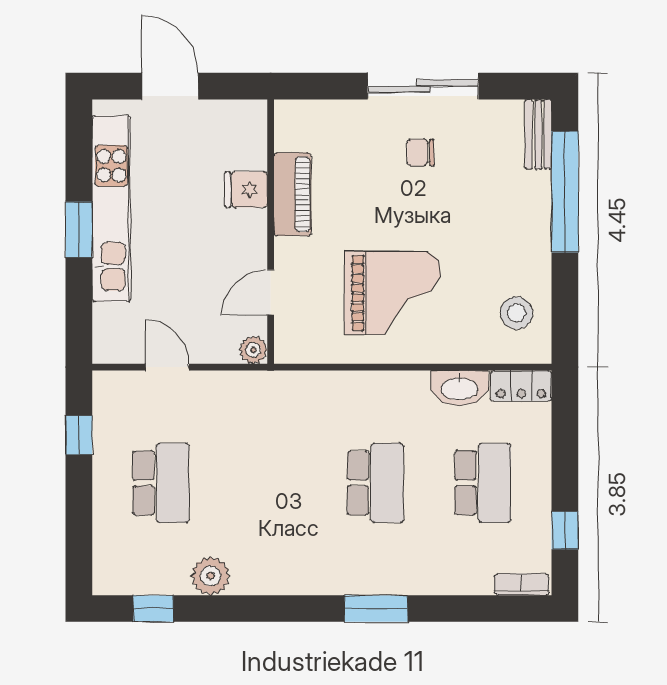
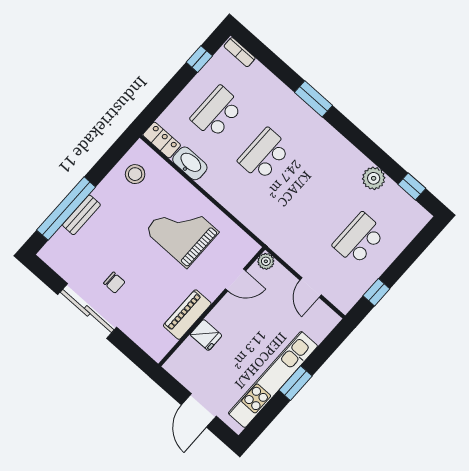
bench: (538, 134) -> (81, 215), moved

